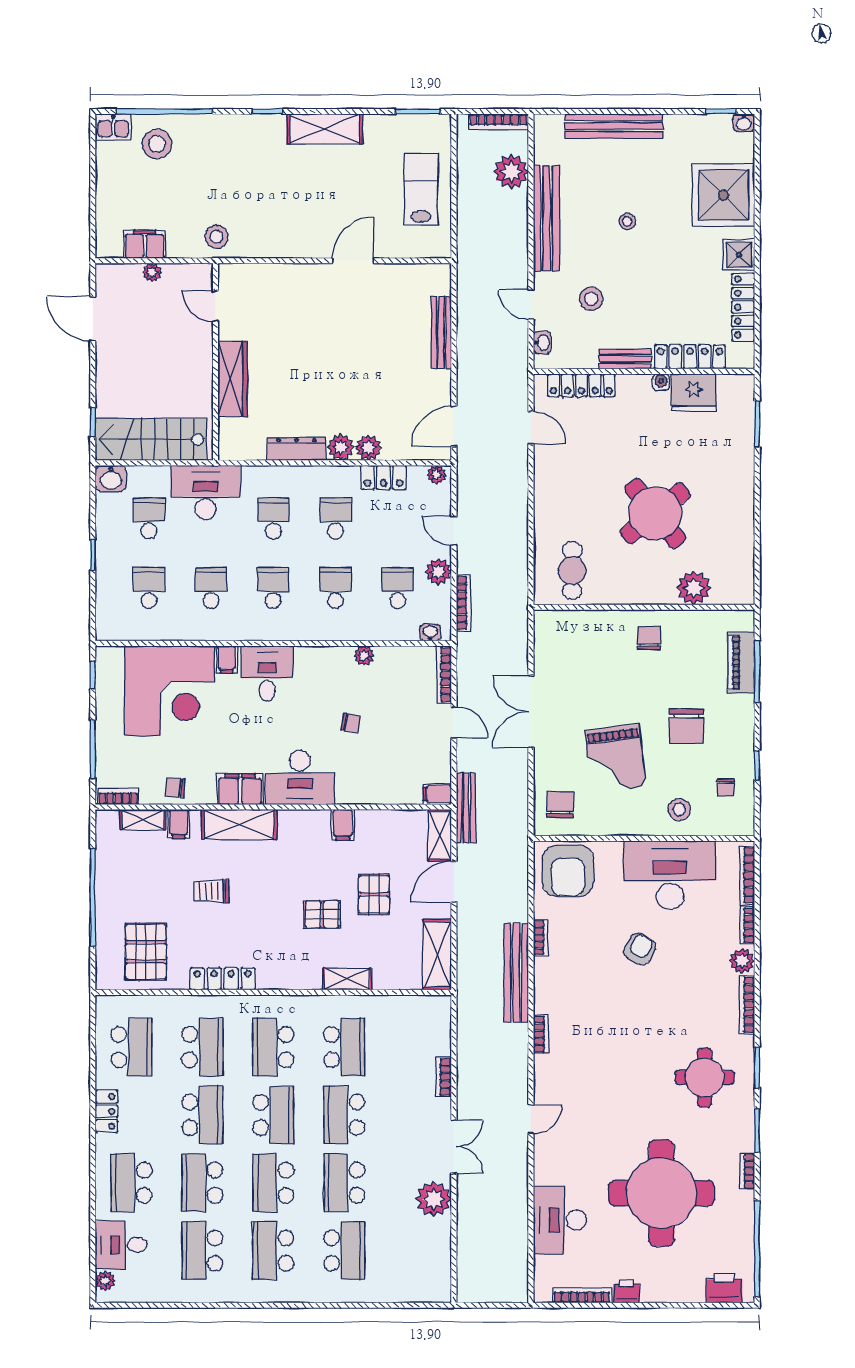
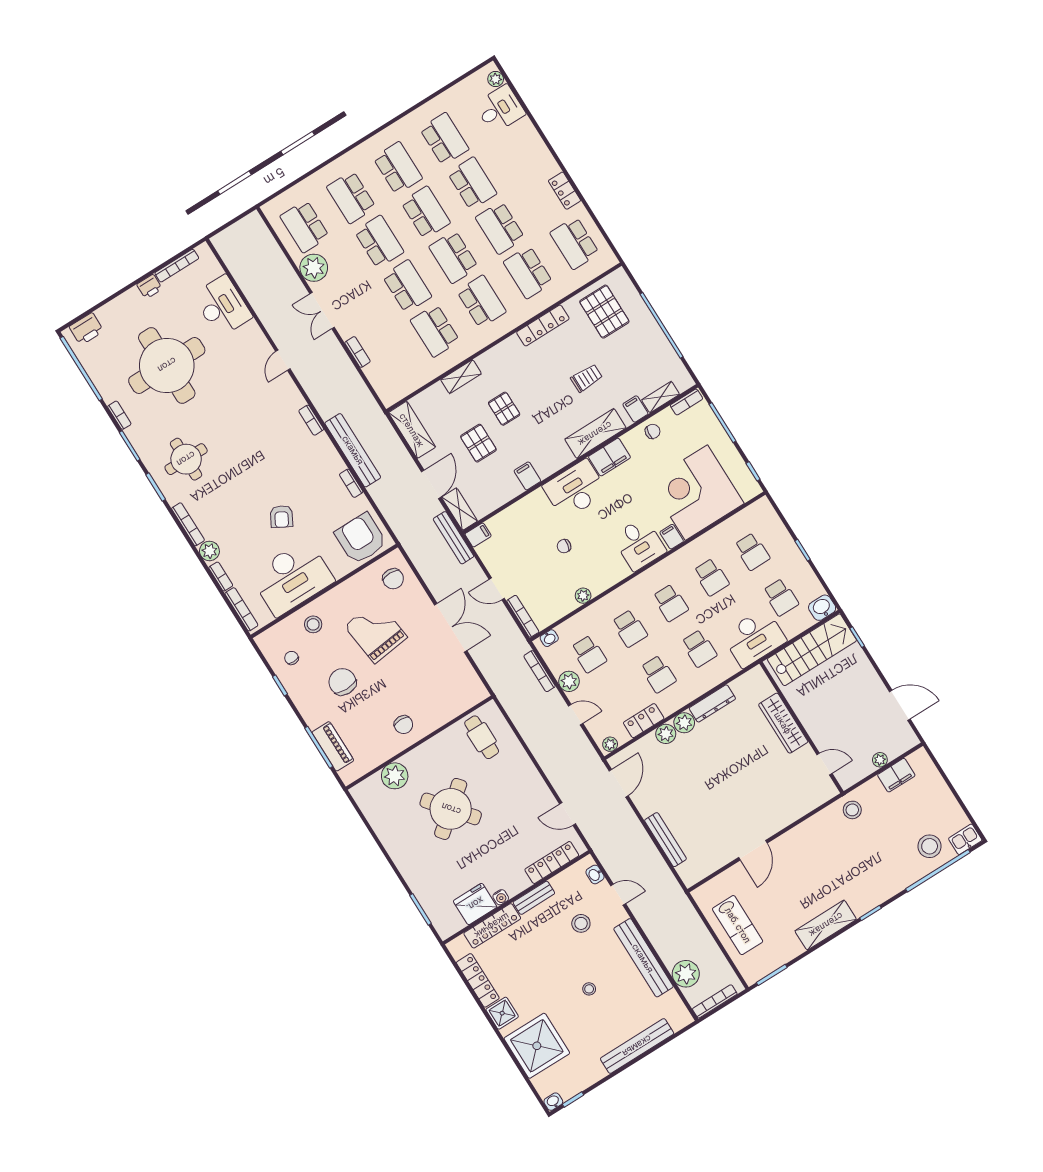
pallet: (322, 914) -> (504, 409), turned 90
school desk: (131, 1183) -> (305, 226), moved, turned 180

